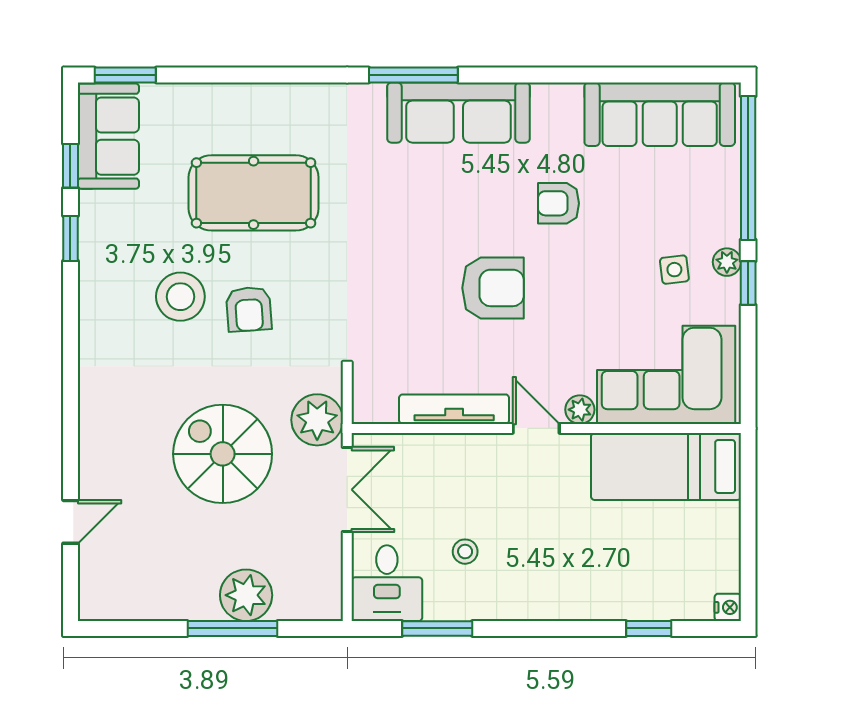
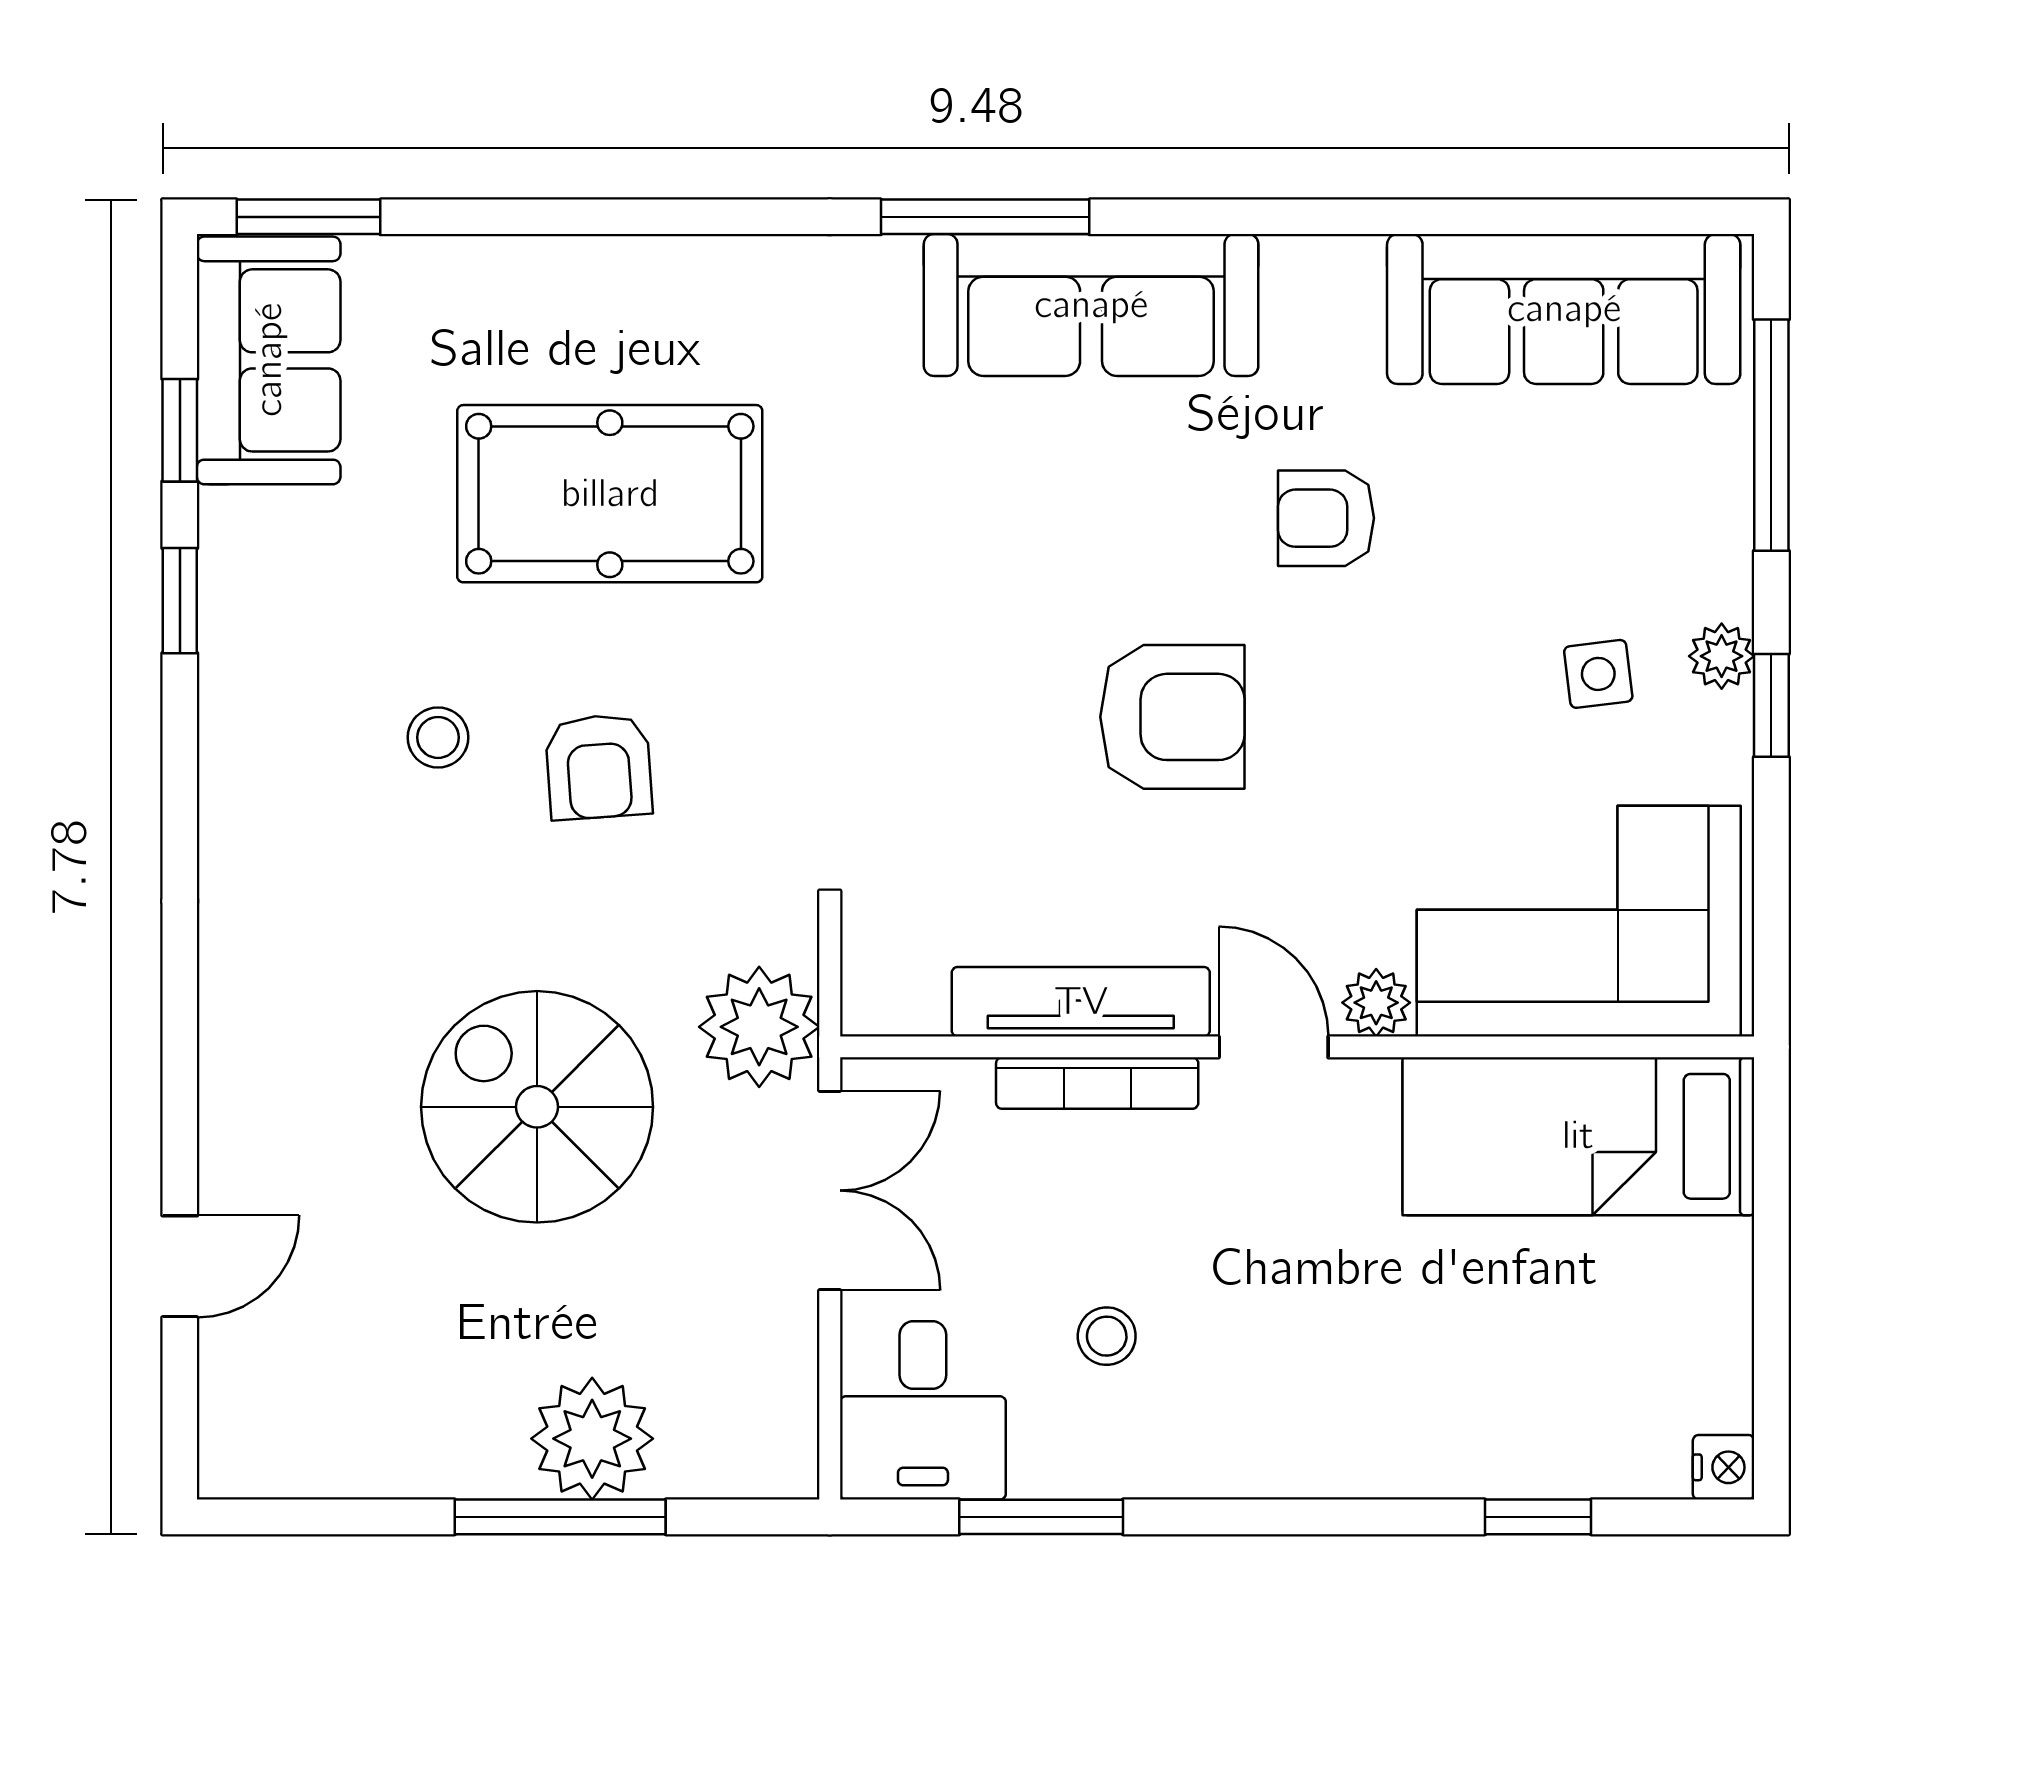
window: (748, 168) -> (1771, 435), width x0.68
stool: (180, 297) -> (438, 737), width x0.53, depth x0.53
bookcase: (461, 444) -> (1097, 1083), added

